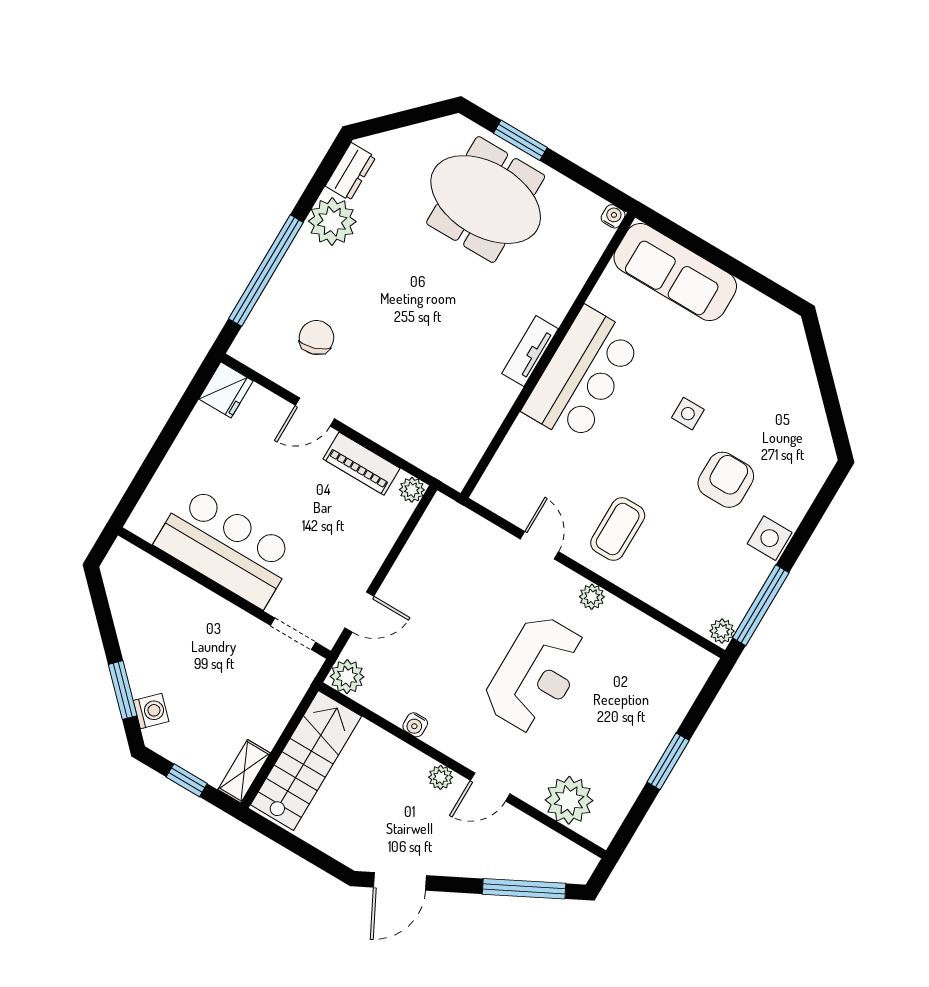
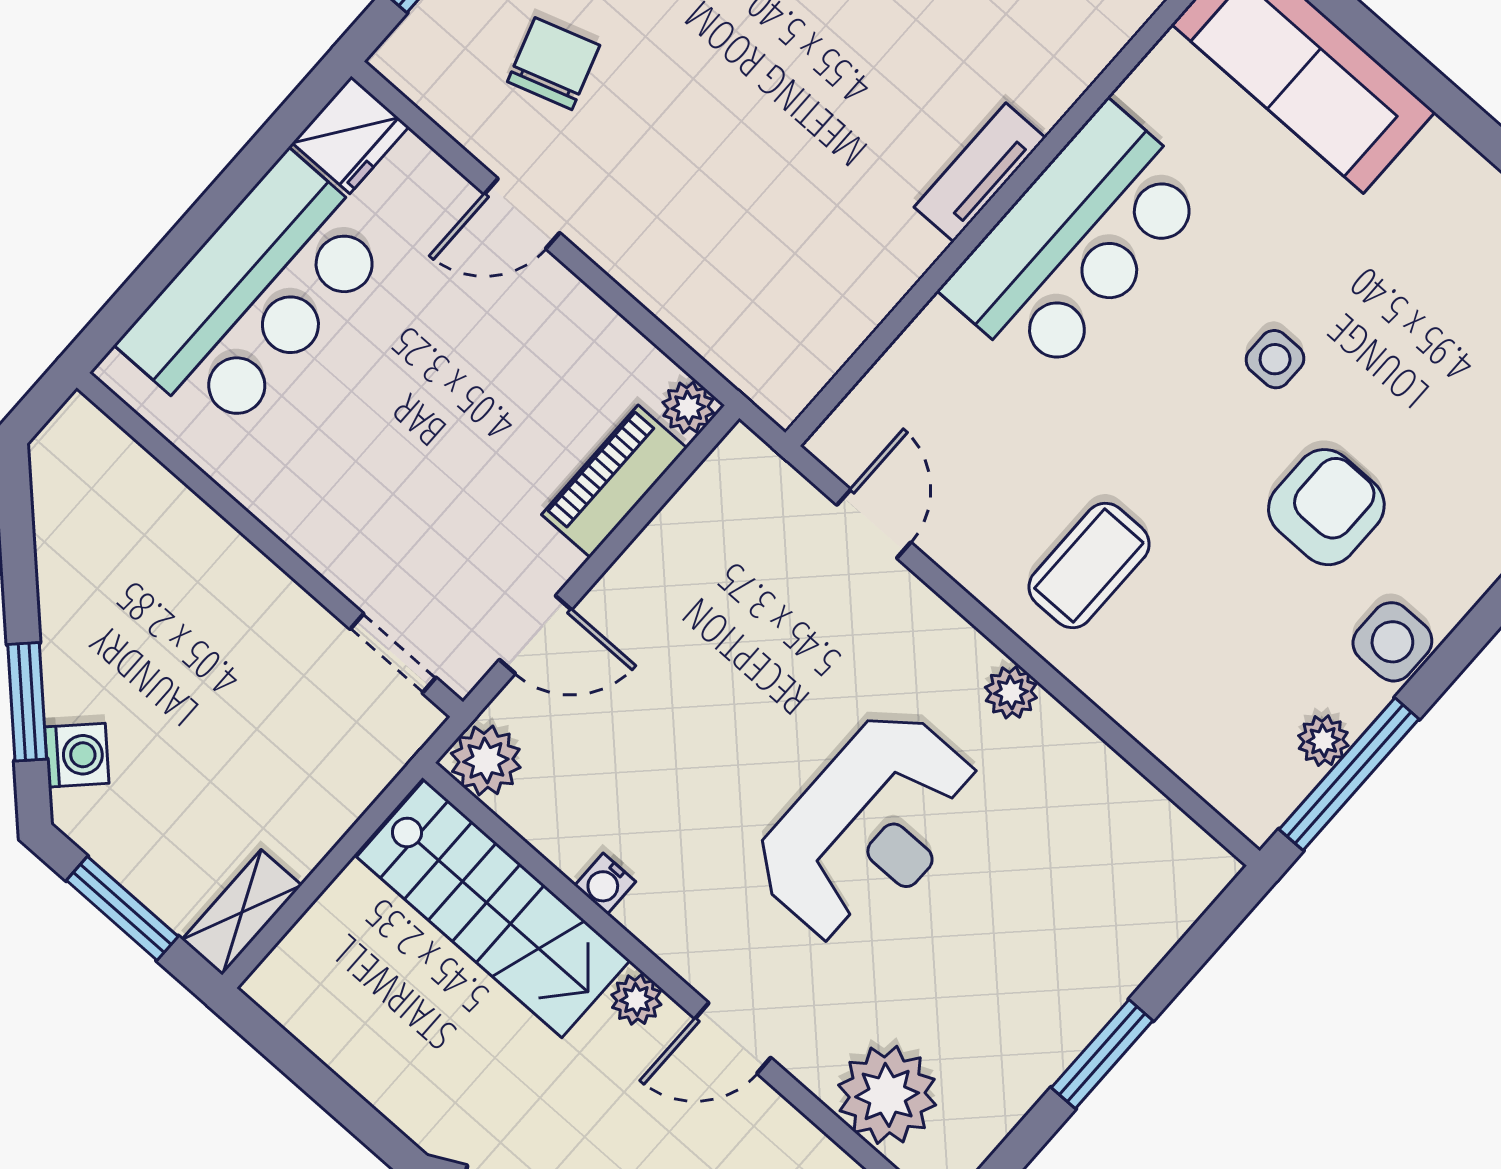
piano: (361, 464) -> (614, 481), moved, turned 90
door: (539, 545) -> (874, 524), moved
bar counter: (226, 547) -> (256, 295), moved, turned 90
plant: (722, 631) -> (1323, 741), moved
stairs: (306, 761) -> (493, 909), moved, turned 90
window: (187, 780) -> (122, 908), width x1.50

